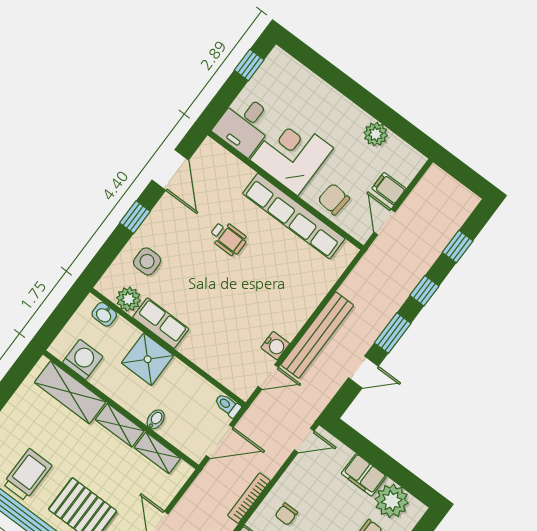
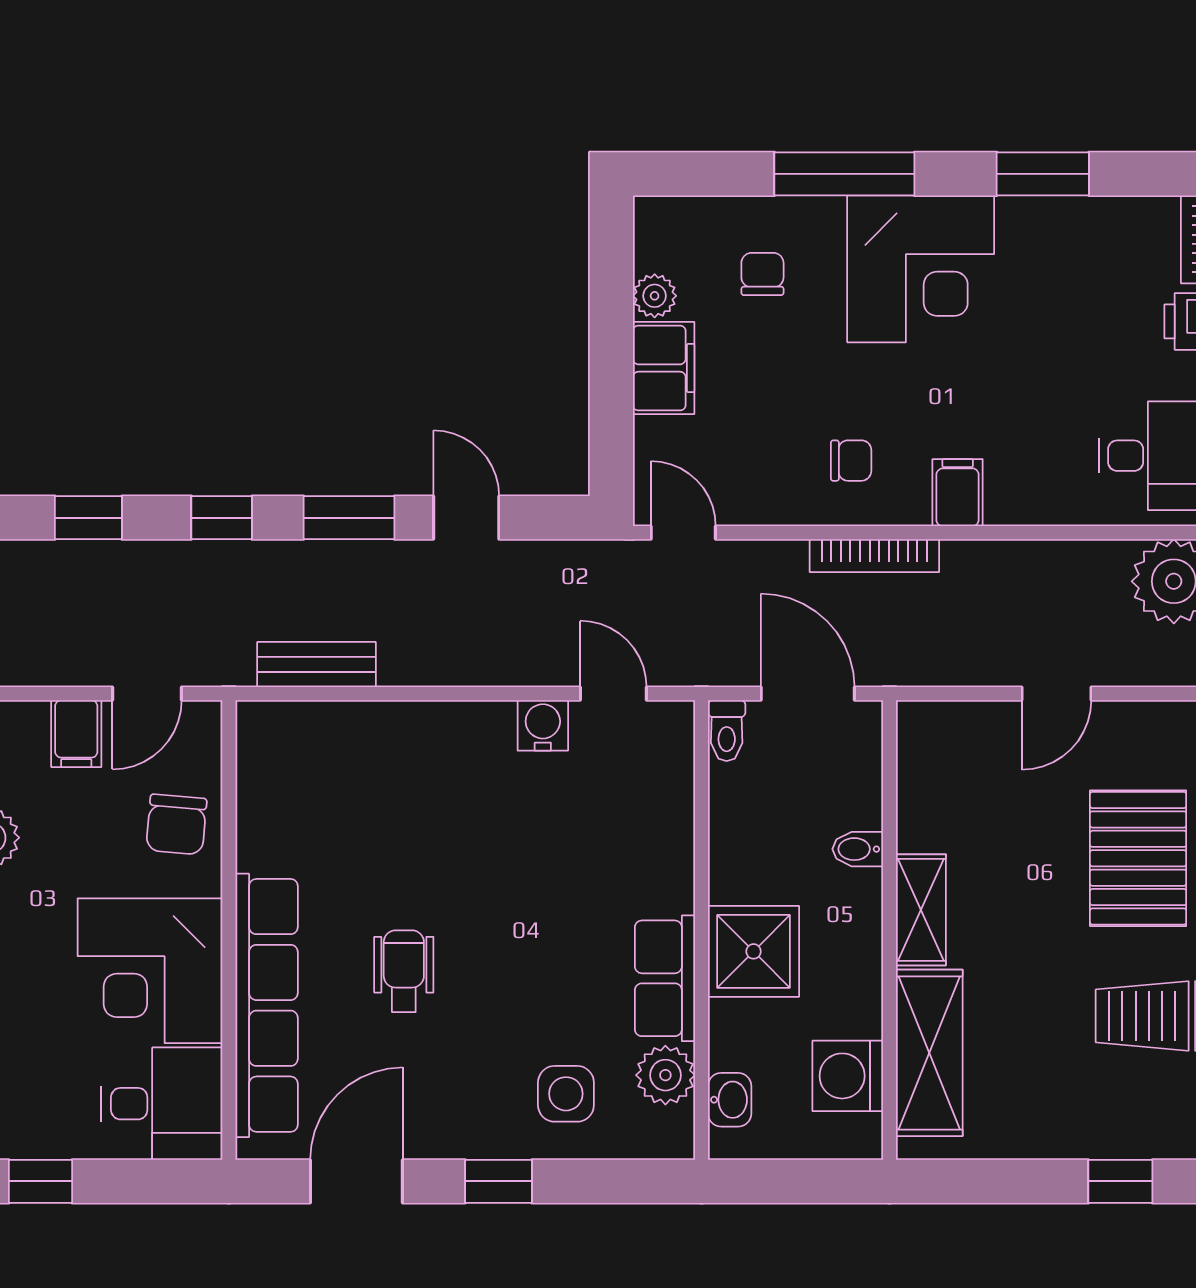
row of seats: (294, 216) -> (267, 1005), moved
bench: (317, 335) -> (316, 665), moved, width x0.54, depth x0.82
shelving: (157, 453) -> (920, 797), removed
plant: (392, 501) -> (655, 296), width x0.53, depth x0.53

